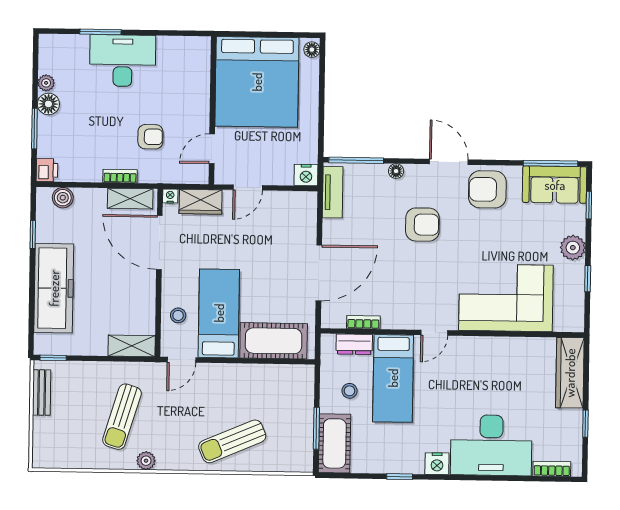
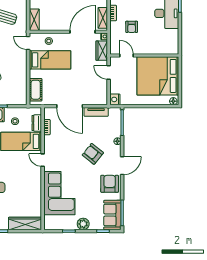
tv unit: (333, 192) -> (96, 112), moved
armchair: (422, 225) -> (93, 154), turned 129
cot: (274, 341) -> (36, 90), width x0.73, depth x0.75

